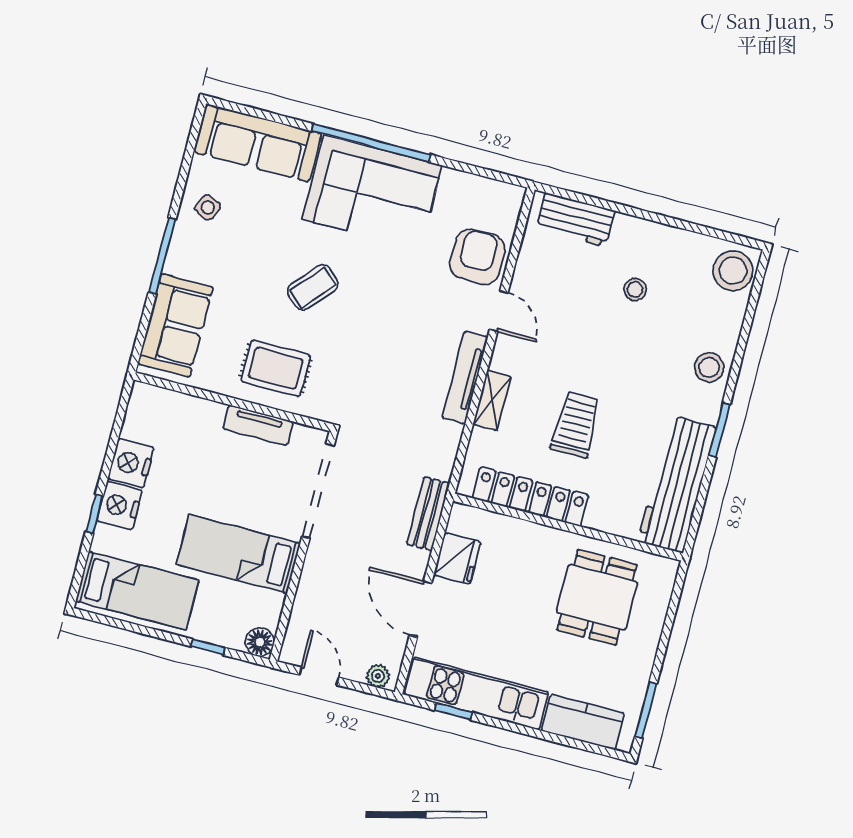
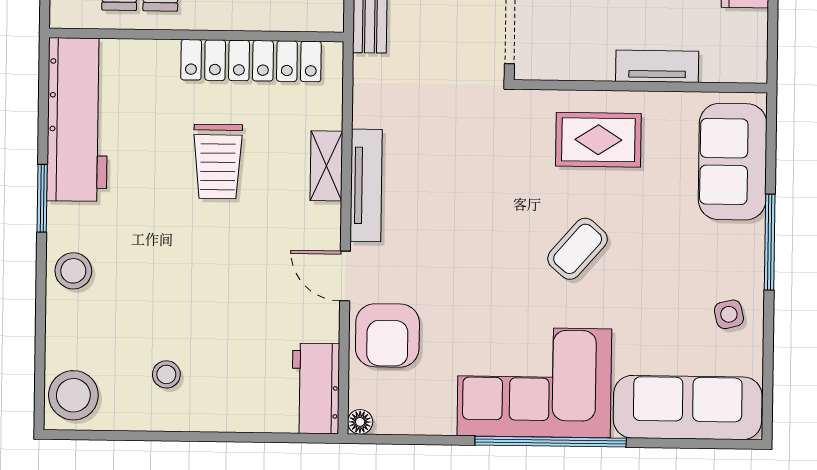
floor lamp: (515, 195) -> (360, 422), added
side table: (208, 207) -> (729, 314), turned -38
workbench: (575, 220) -> (316, 389), moved, turned -90
stool: (635, 289) -> (166, 374), moved
tv unit: (258, 425) -> (657, 66), moved

